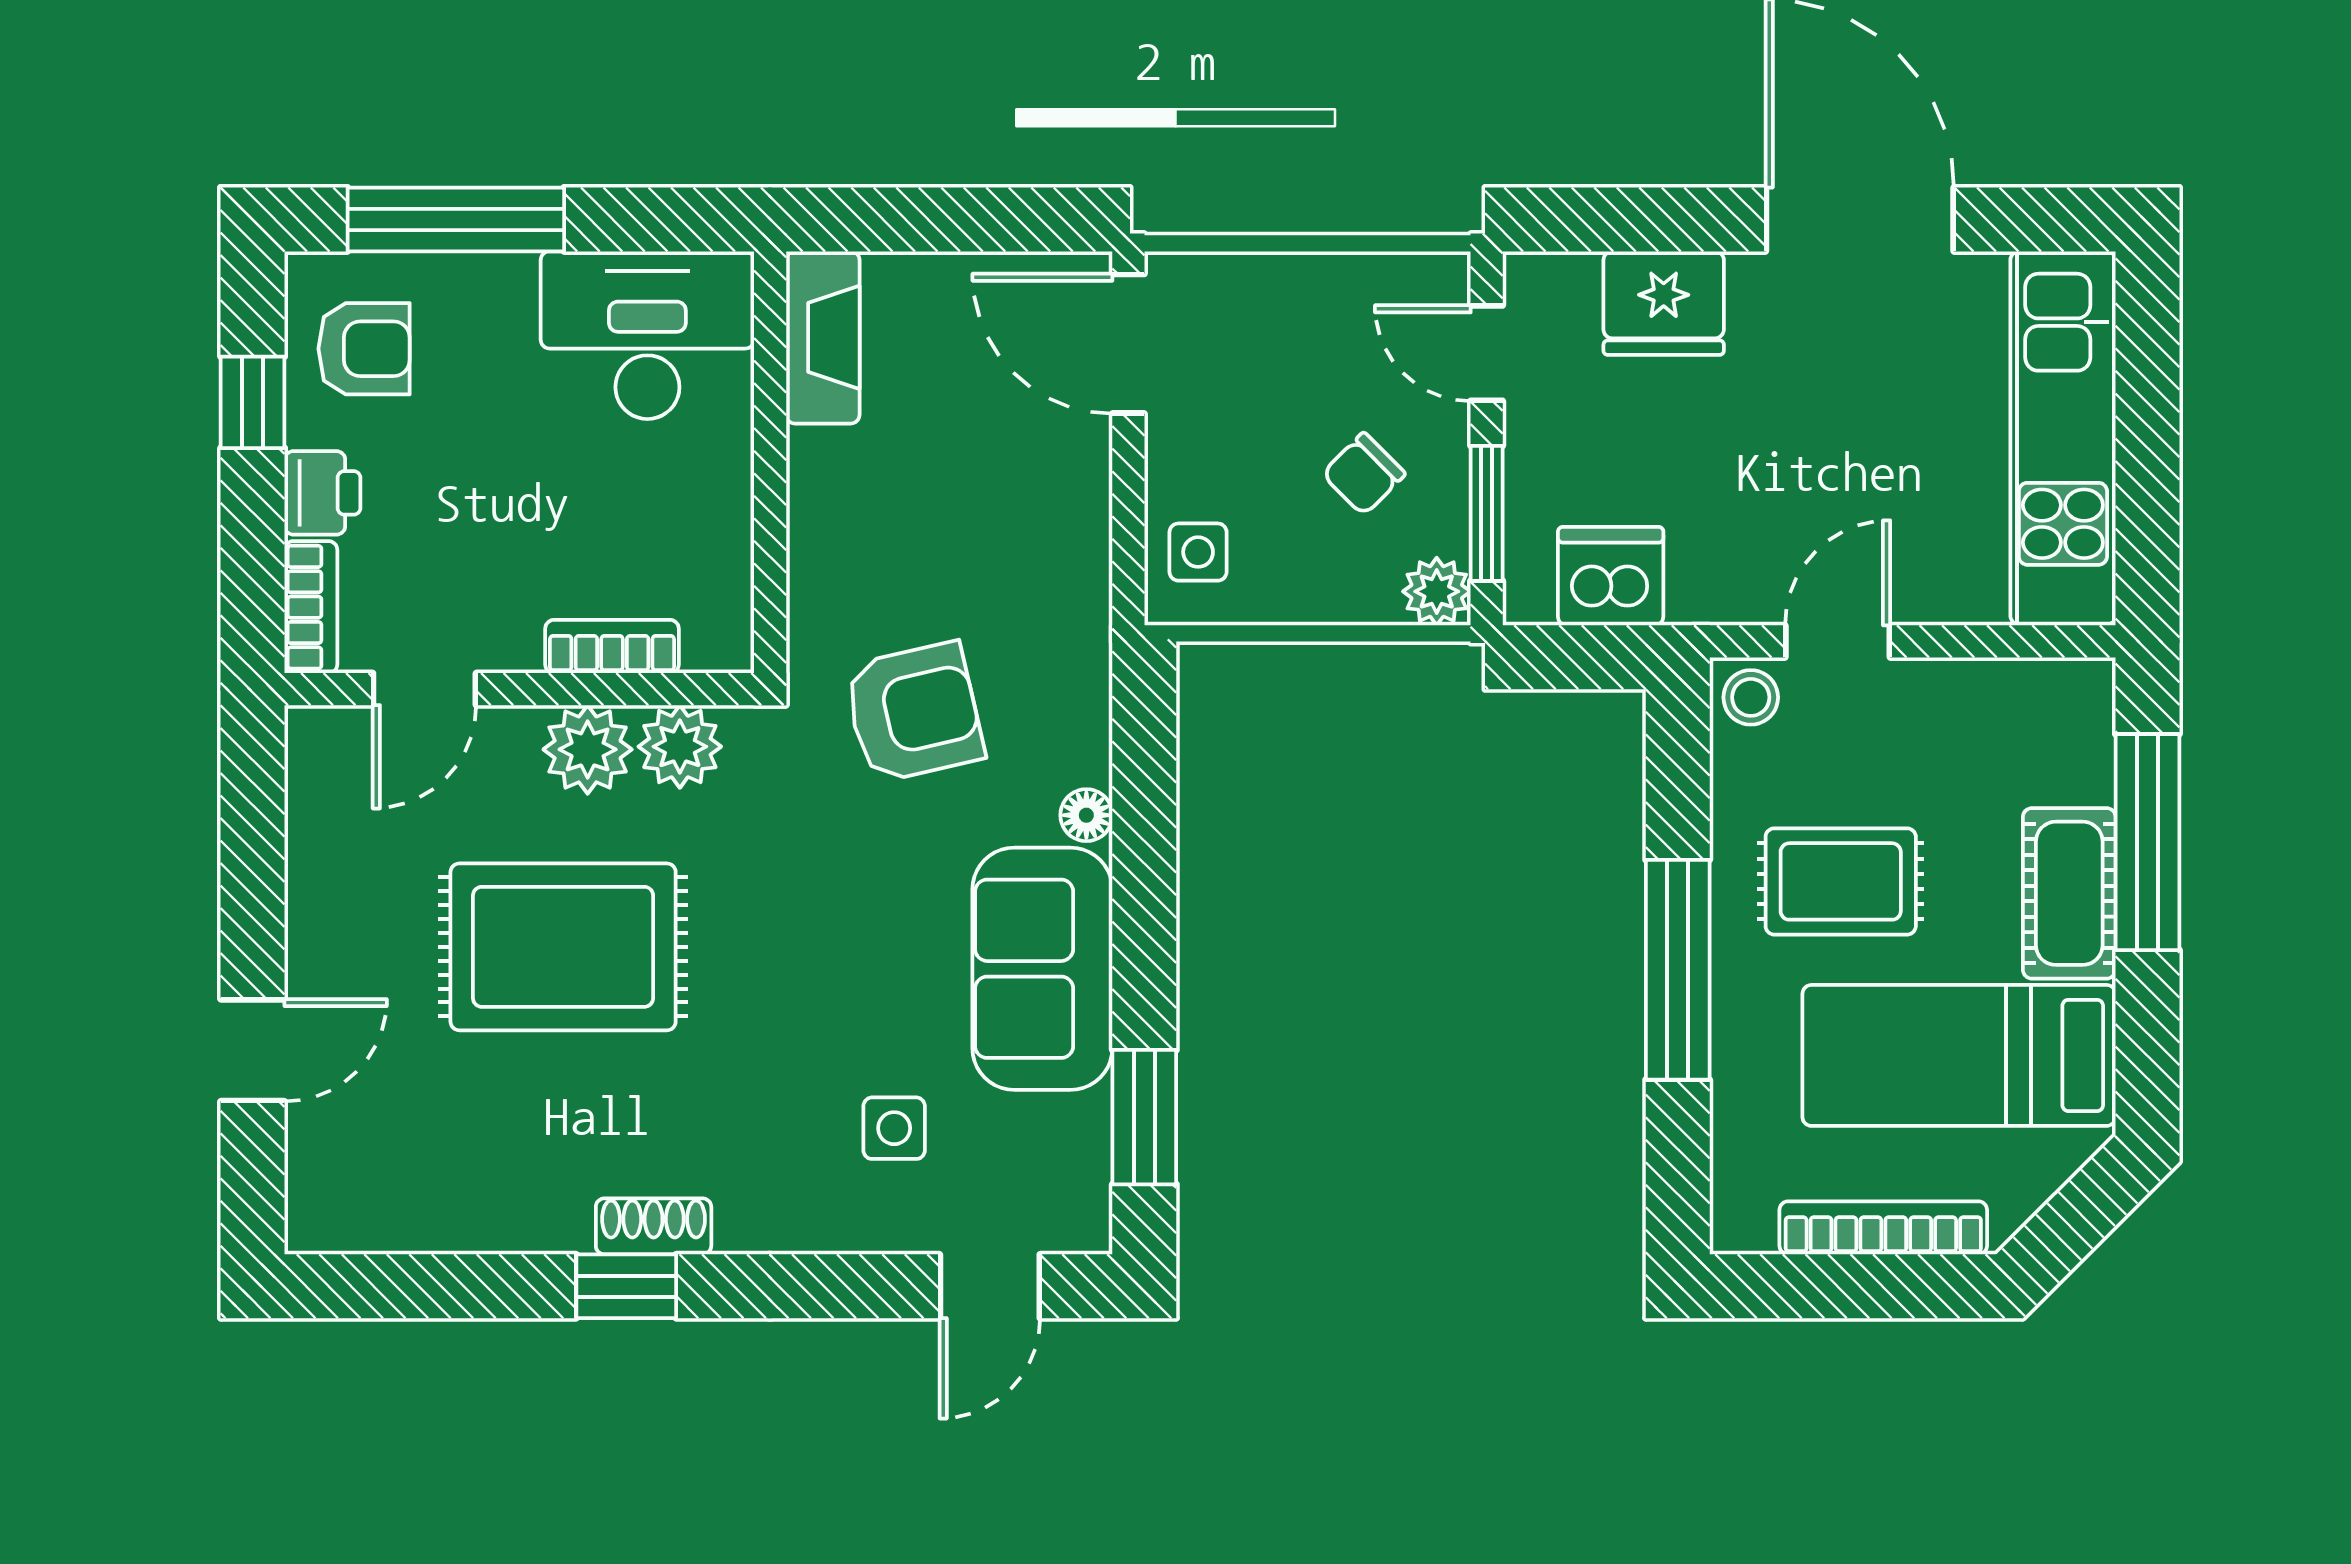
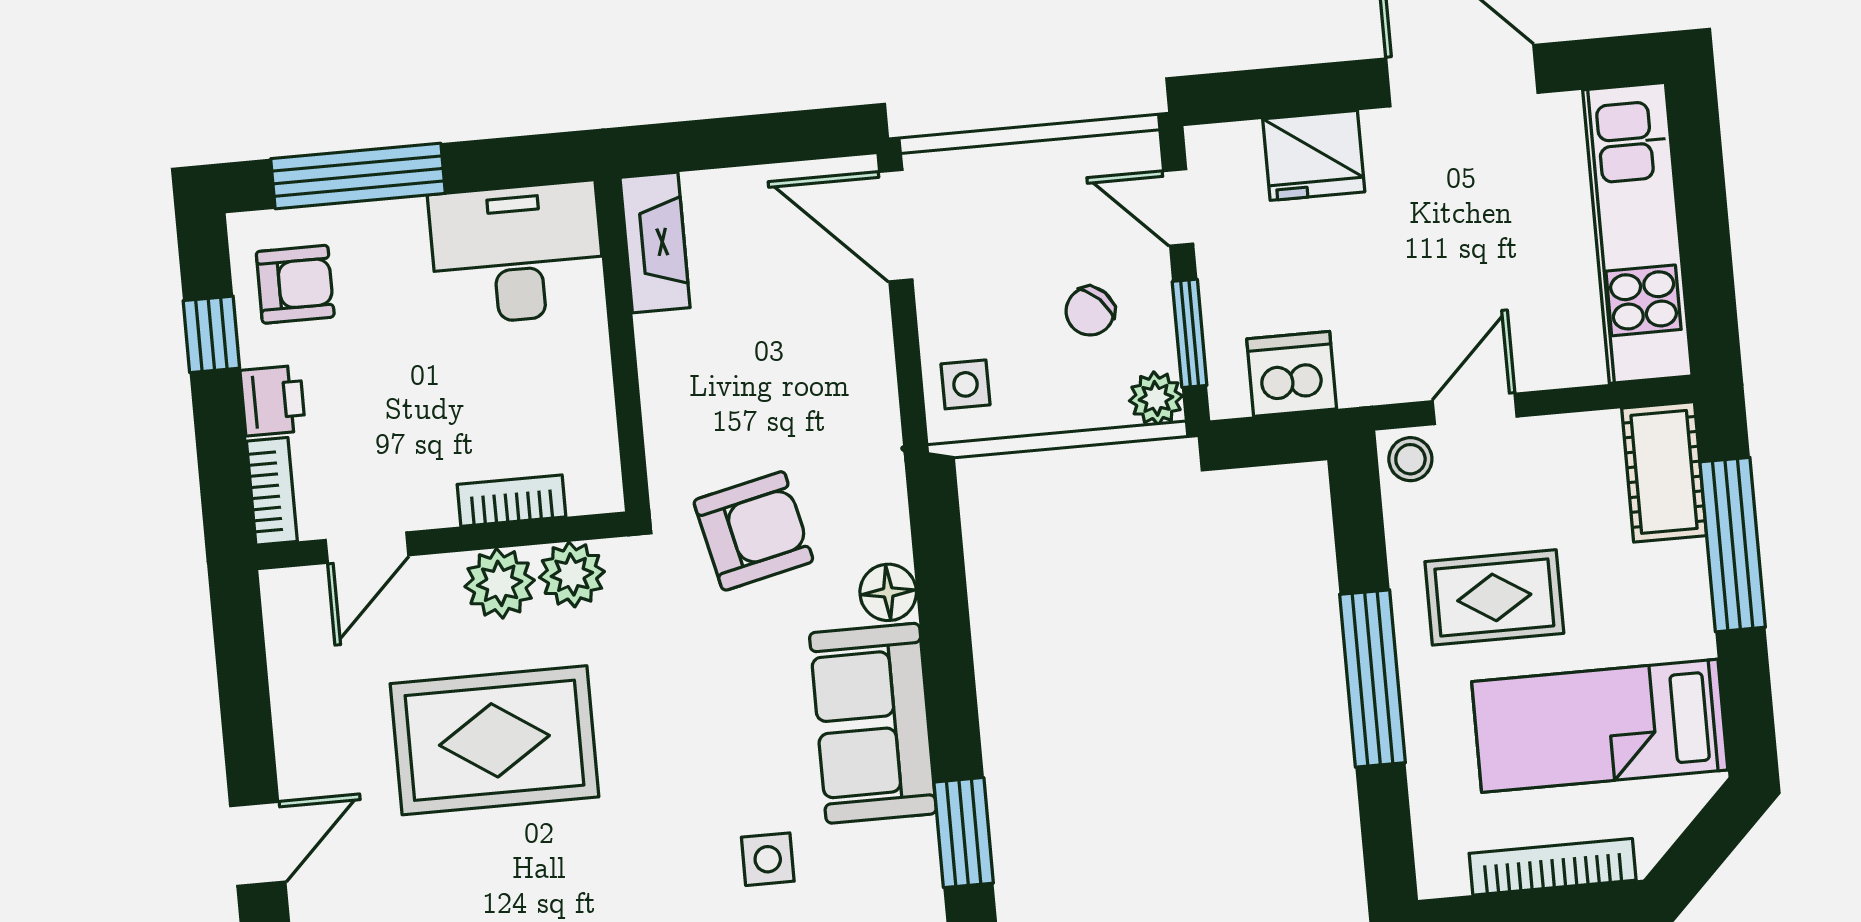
floor lamp: (1086, 815) -> (888, 592), width x1.37, depth x1.37
cot: (2069, 893) -> (1664, 472), moved

